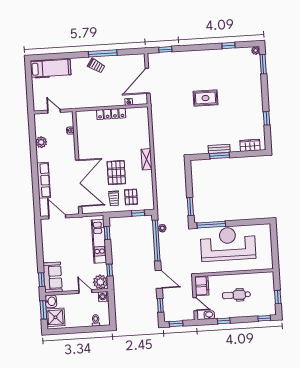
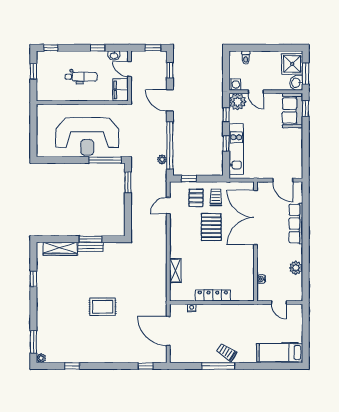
door: (148, 81) -> (168, 331), swing flipped
wardrobe: (250, 145) -> (60, 249), width x1.50
shelving: (147, 159) -> (175, 271), moved
door: (154, 189) -> (168, 206), added
window: (107, 233) -> (226, 144), moved

